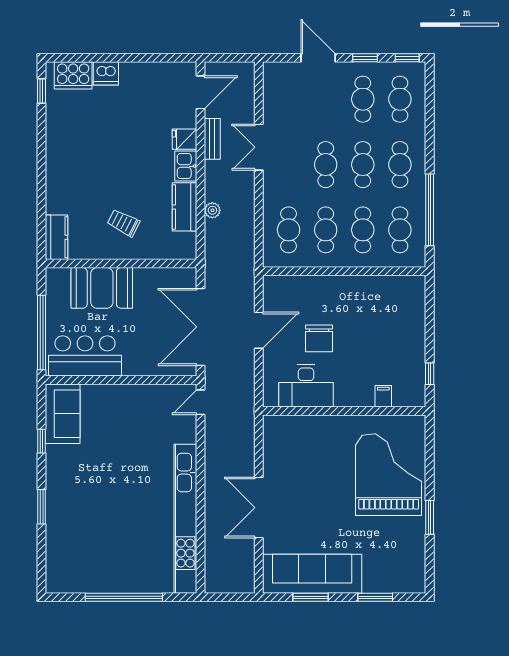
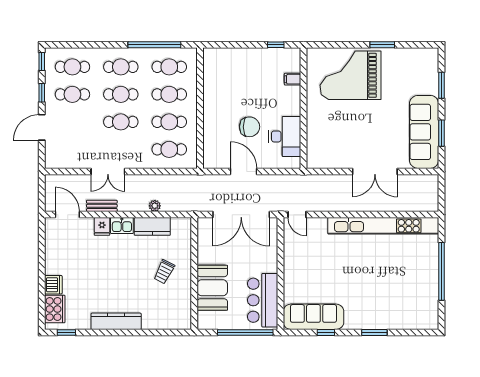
kitchen counter: (57, 237) -> (116, 321), moved, width x1.50
sofa: (63, 414) -> (313, 317), width x1.36

